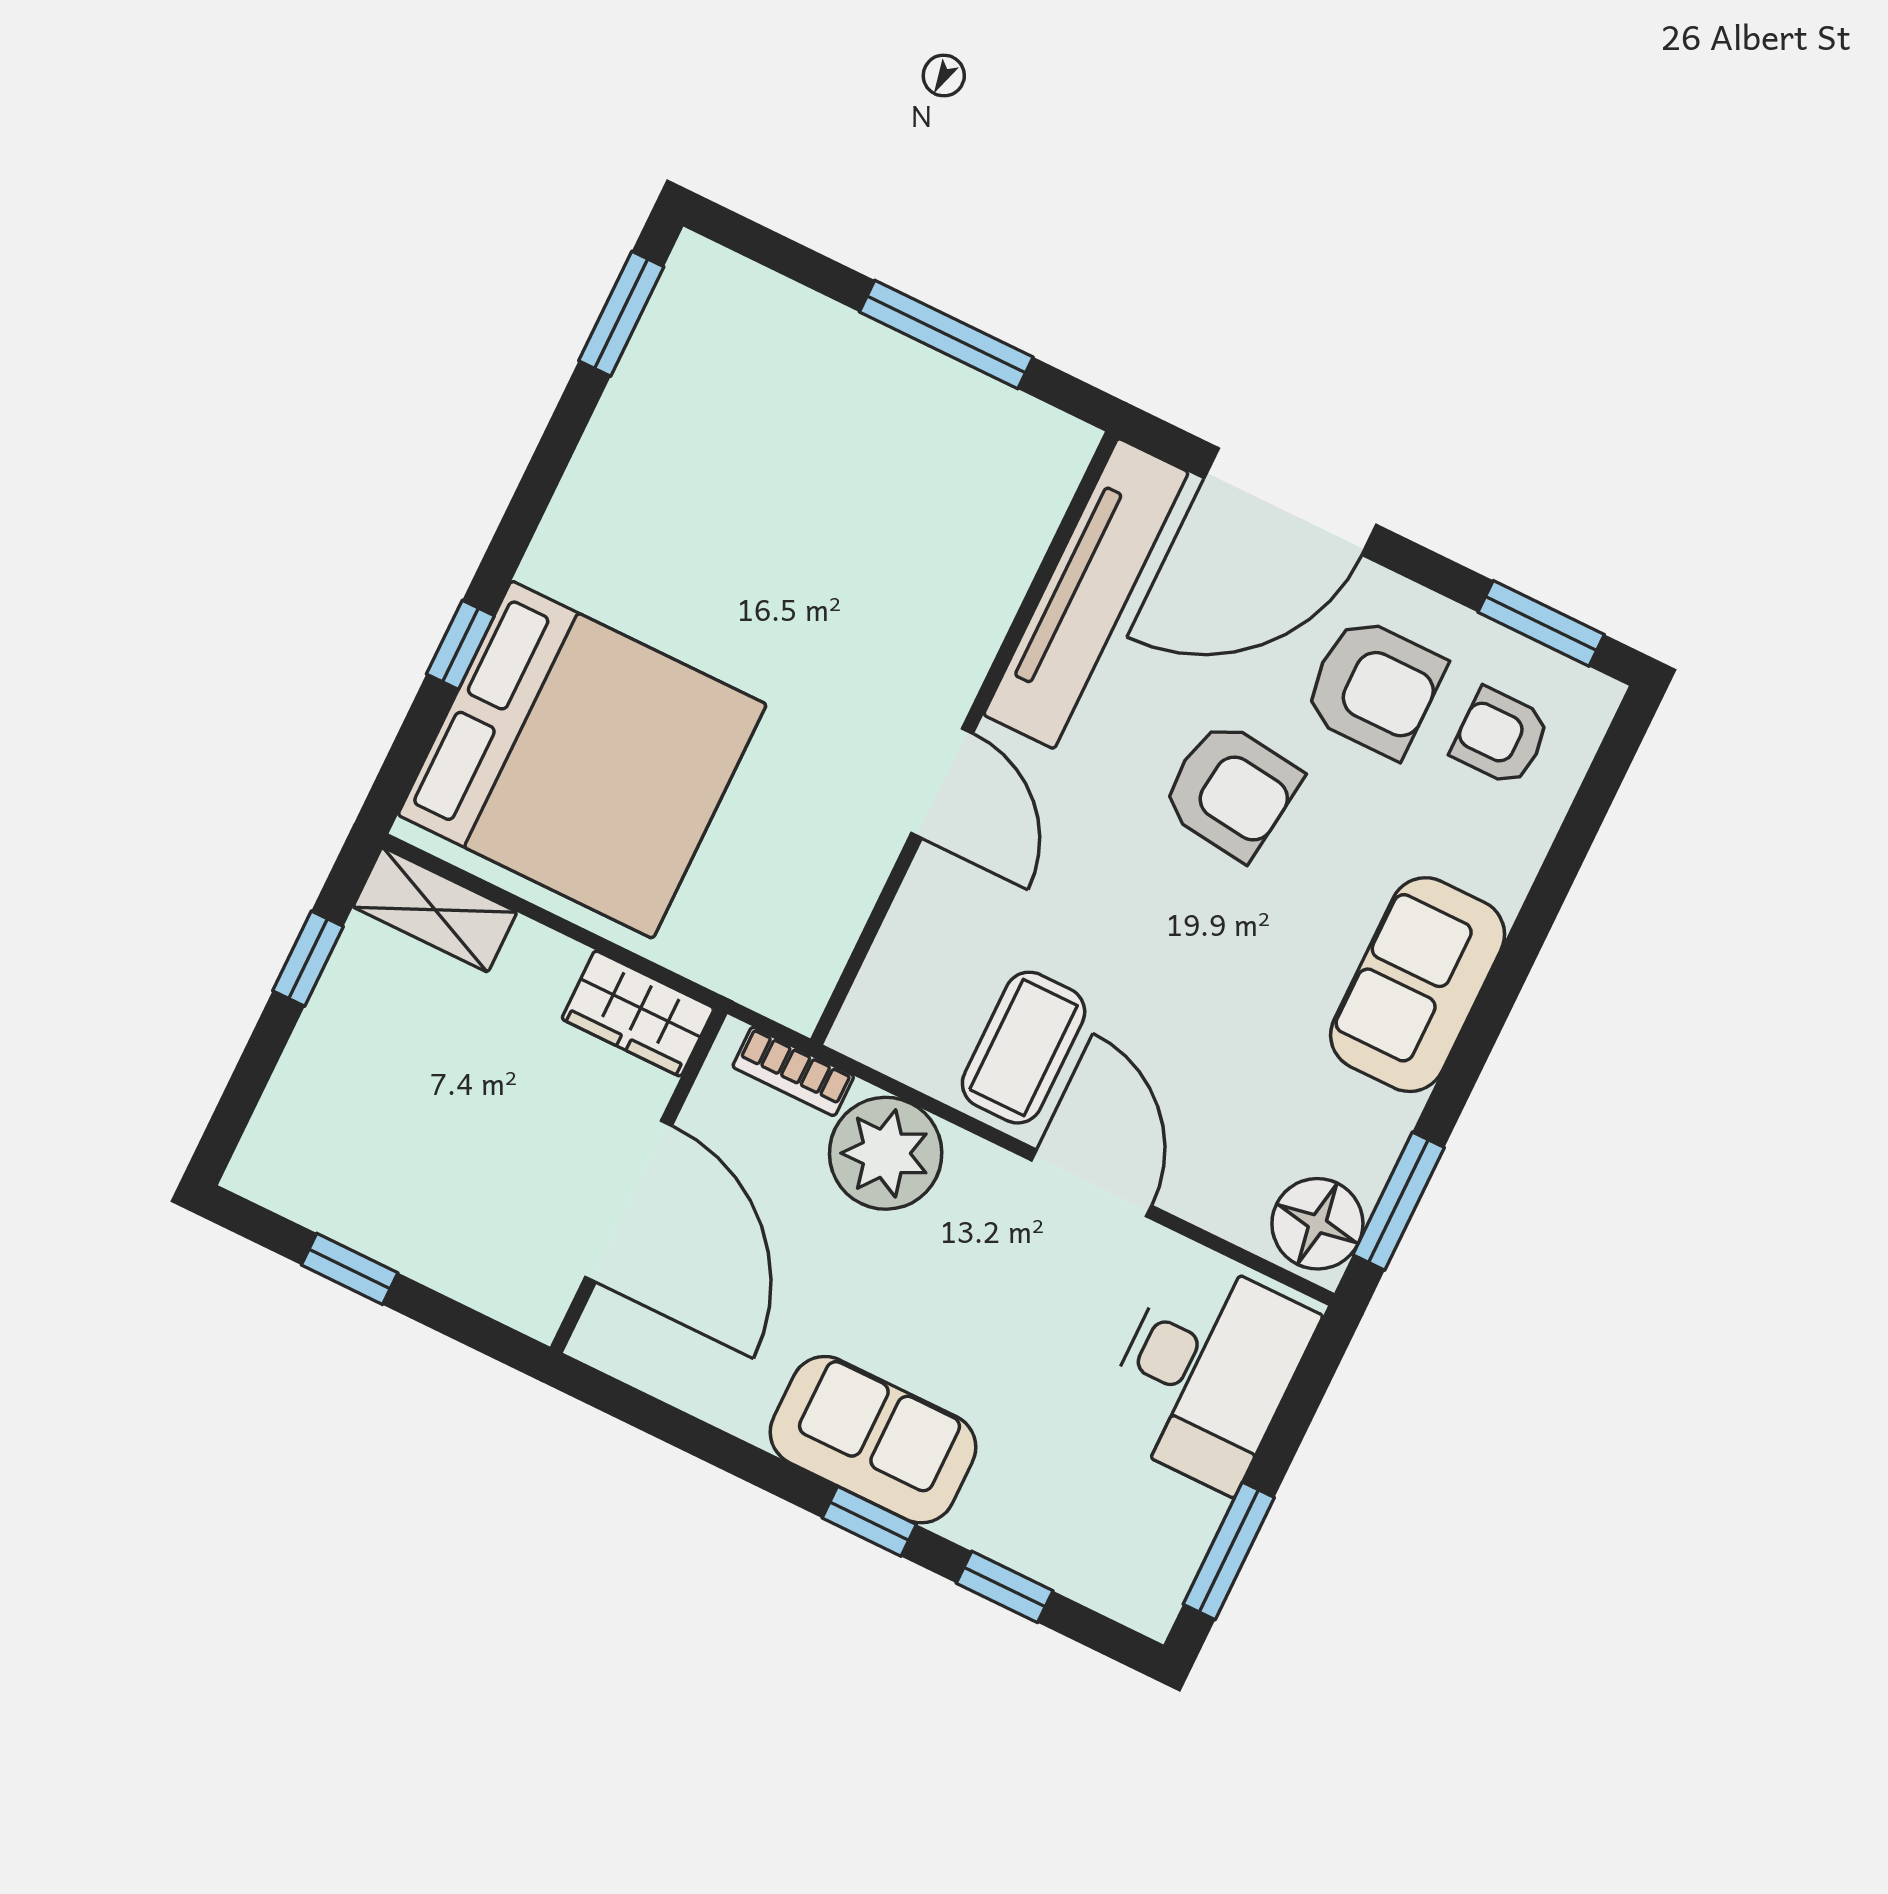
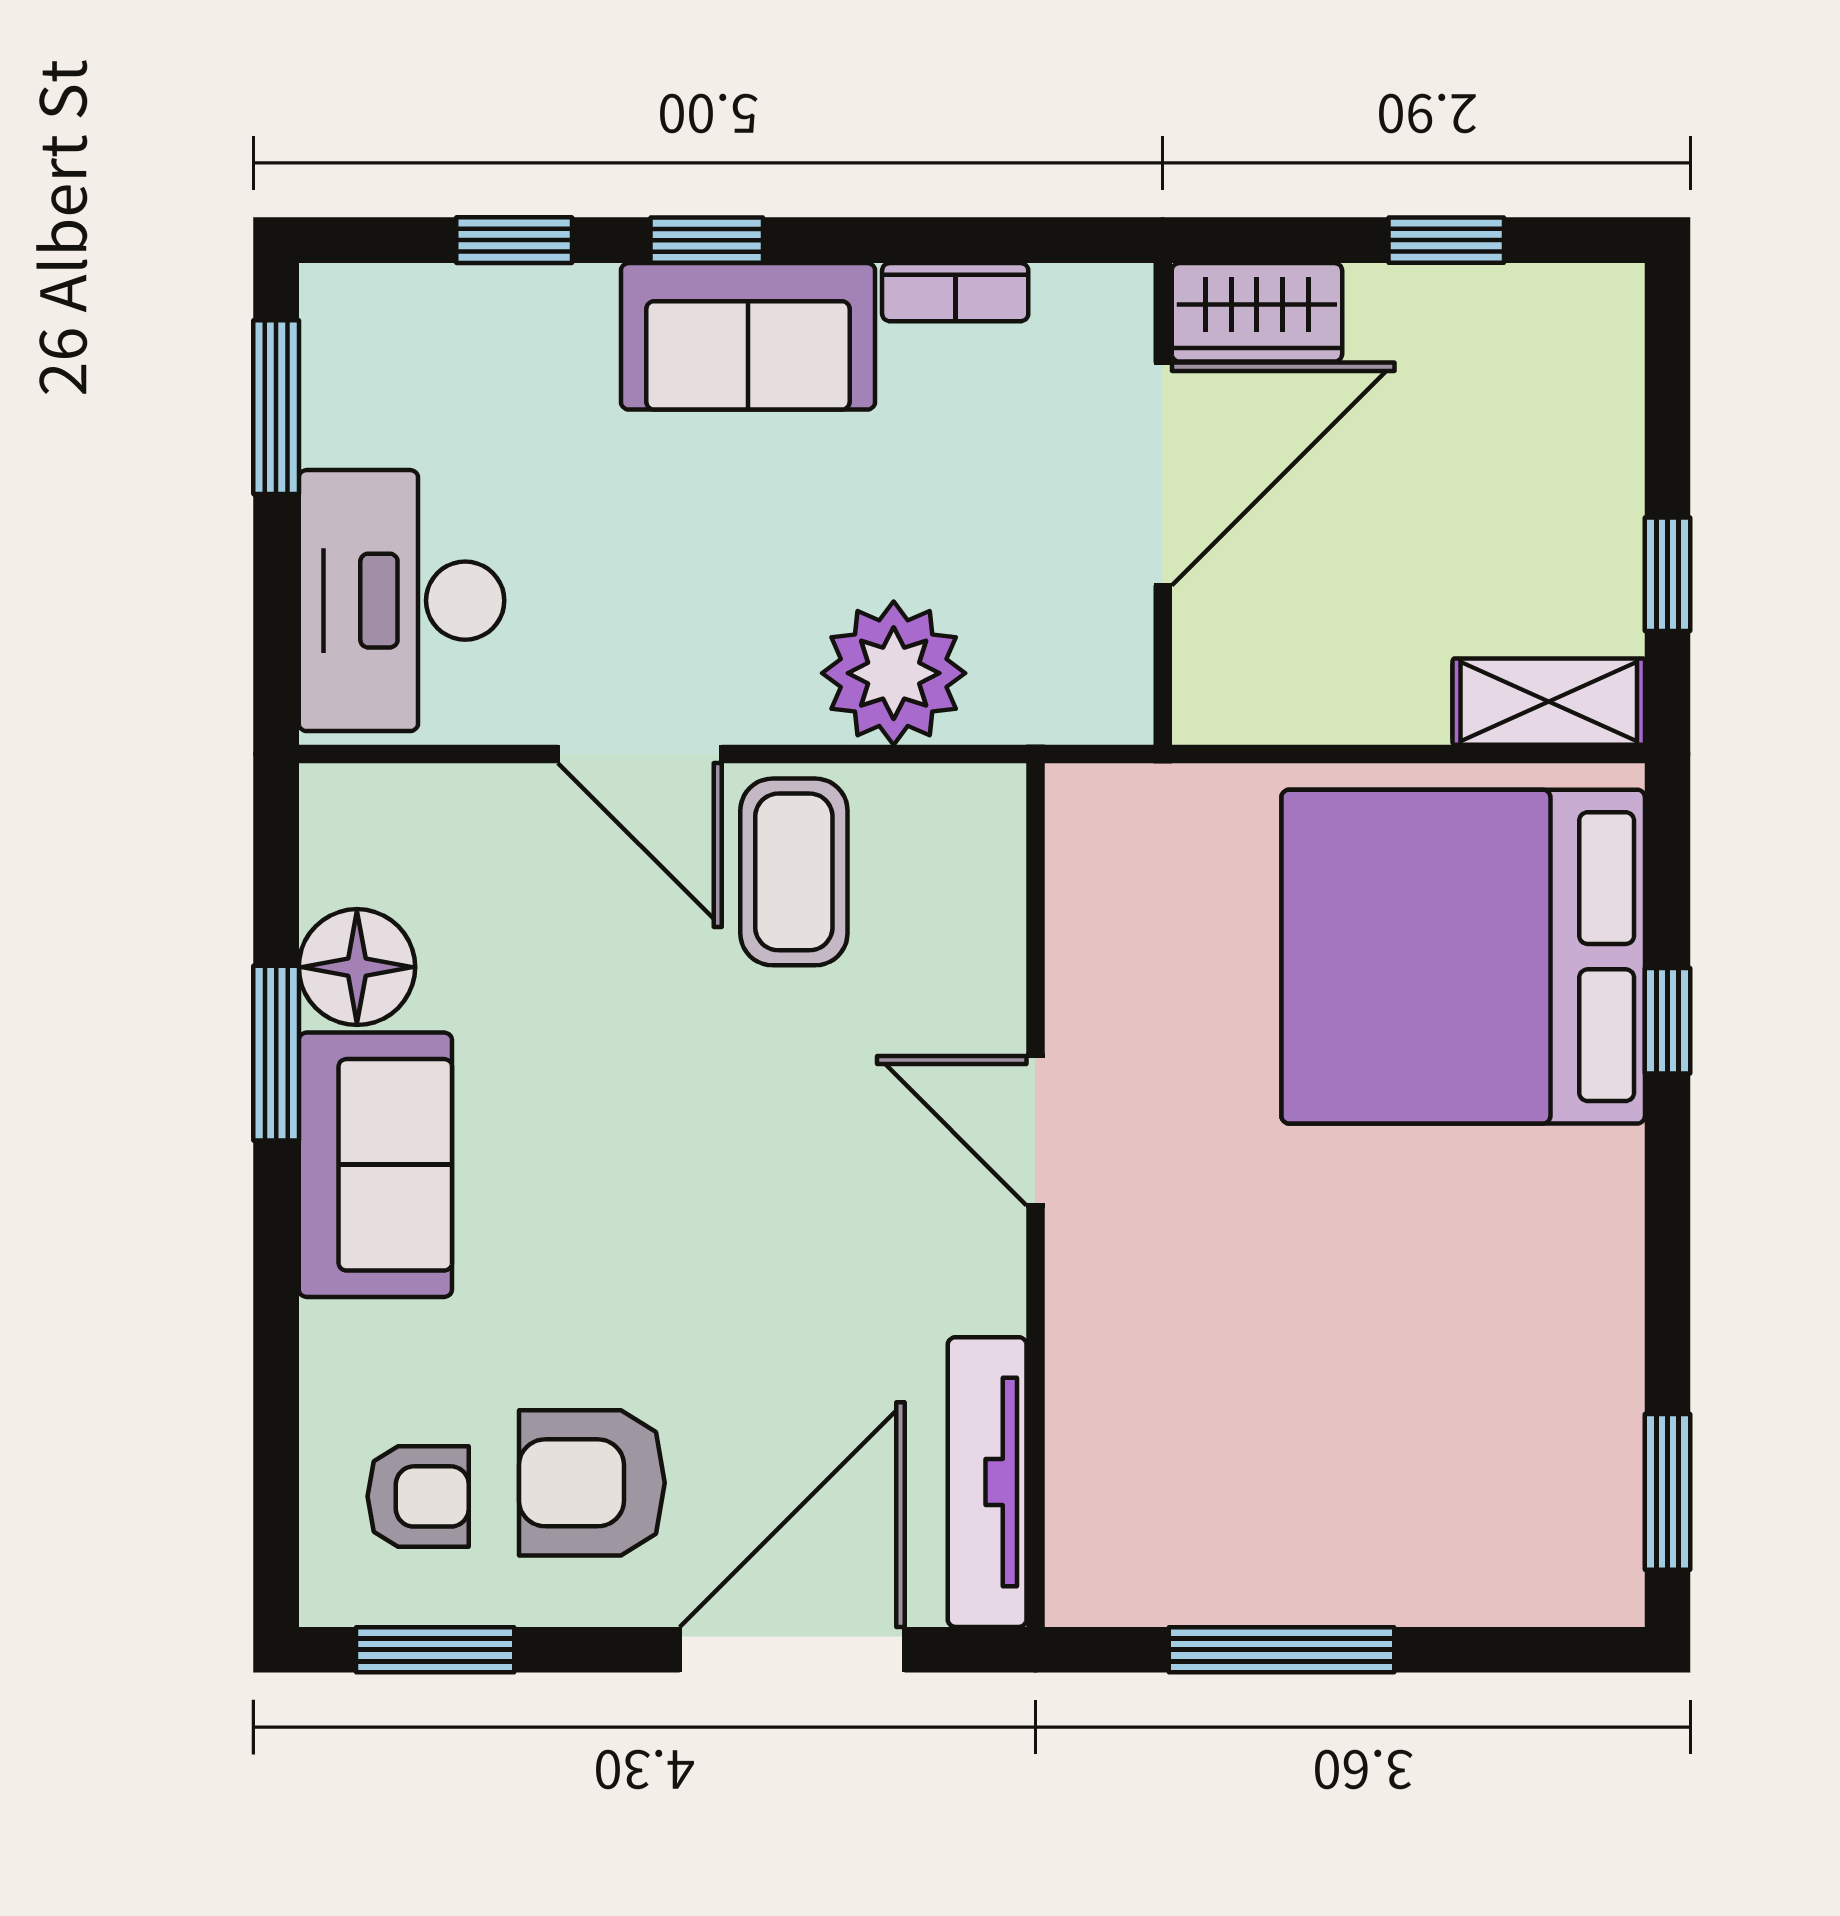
tv unit: (1086, 594) -> (987, 1482), width x0.73, depth x0.78
armchair: (1231, 790) -> (699, 1284), removed
wardrobe: (638, 1013) -> (1257, 312), moved, turned 180
bookcase: (793, 1071) -> (955, 292), moved, turned 180
door: (628, 1201) -> (1163, 474), swing flipped
window: (1399, 1201) -> (276, 1053), moved
floor lamp: (1317, 1224) -> (357, 967), moved

